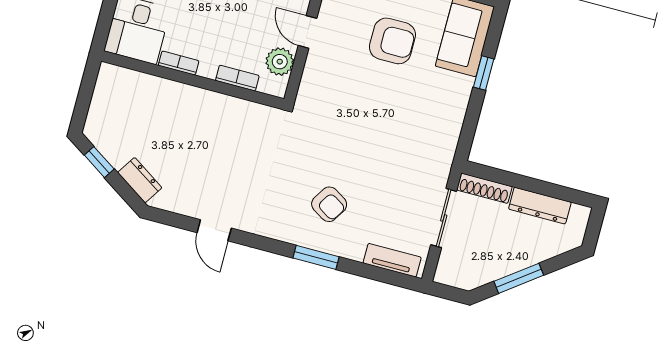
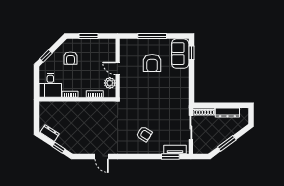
armchair: (392, 41) -> (152, 63), turned 90
window: (484, 73) -> (191, 53), moved
window: (99, 162) -> (59, 148), moved
dresser: (140, 180) -> (50, 133), moved
window: (316, 257) -> (170, 156), moved

